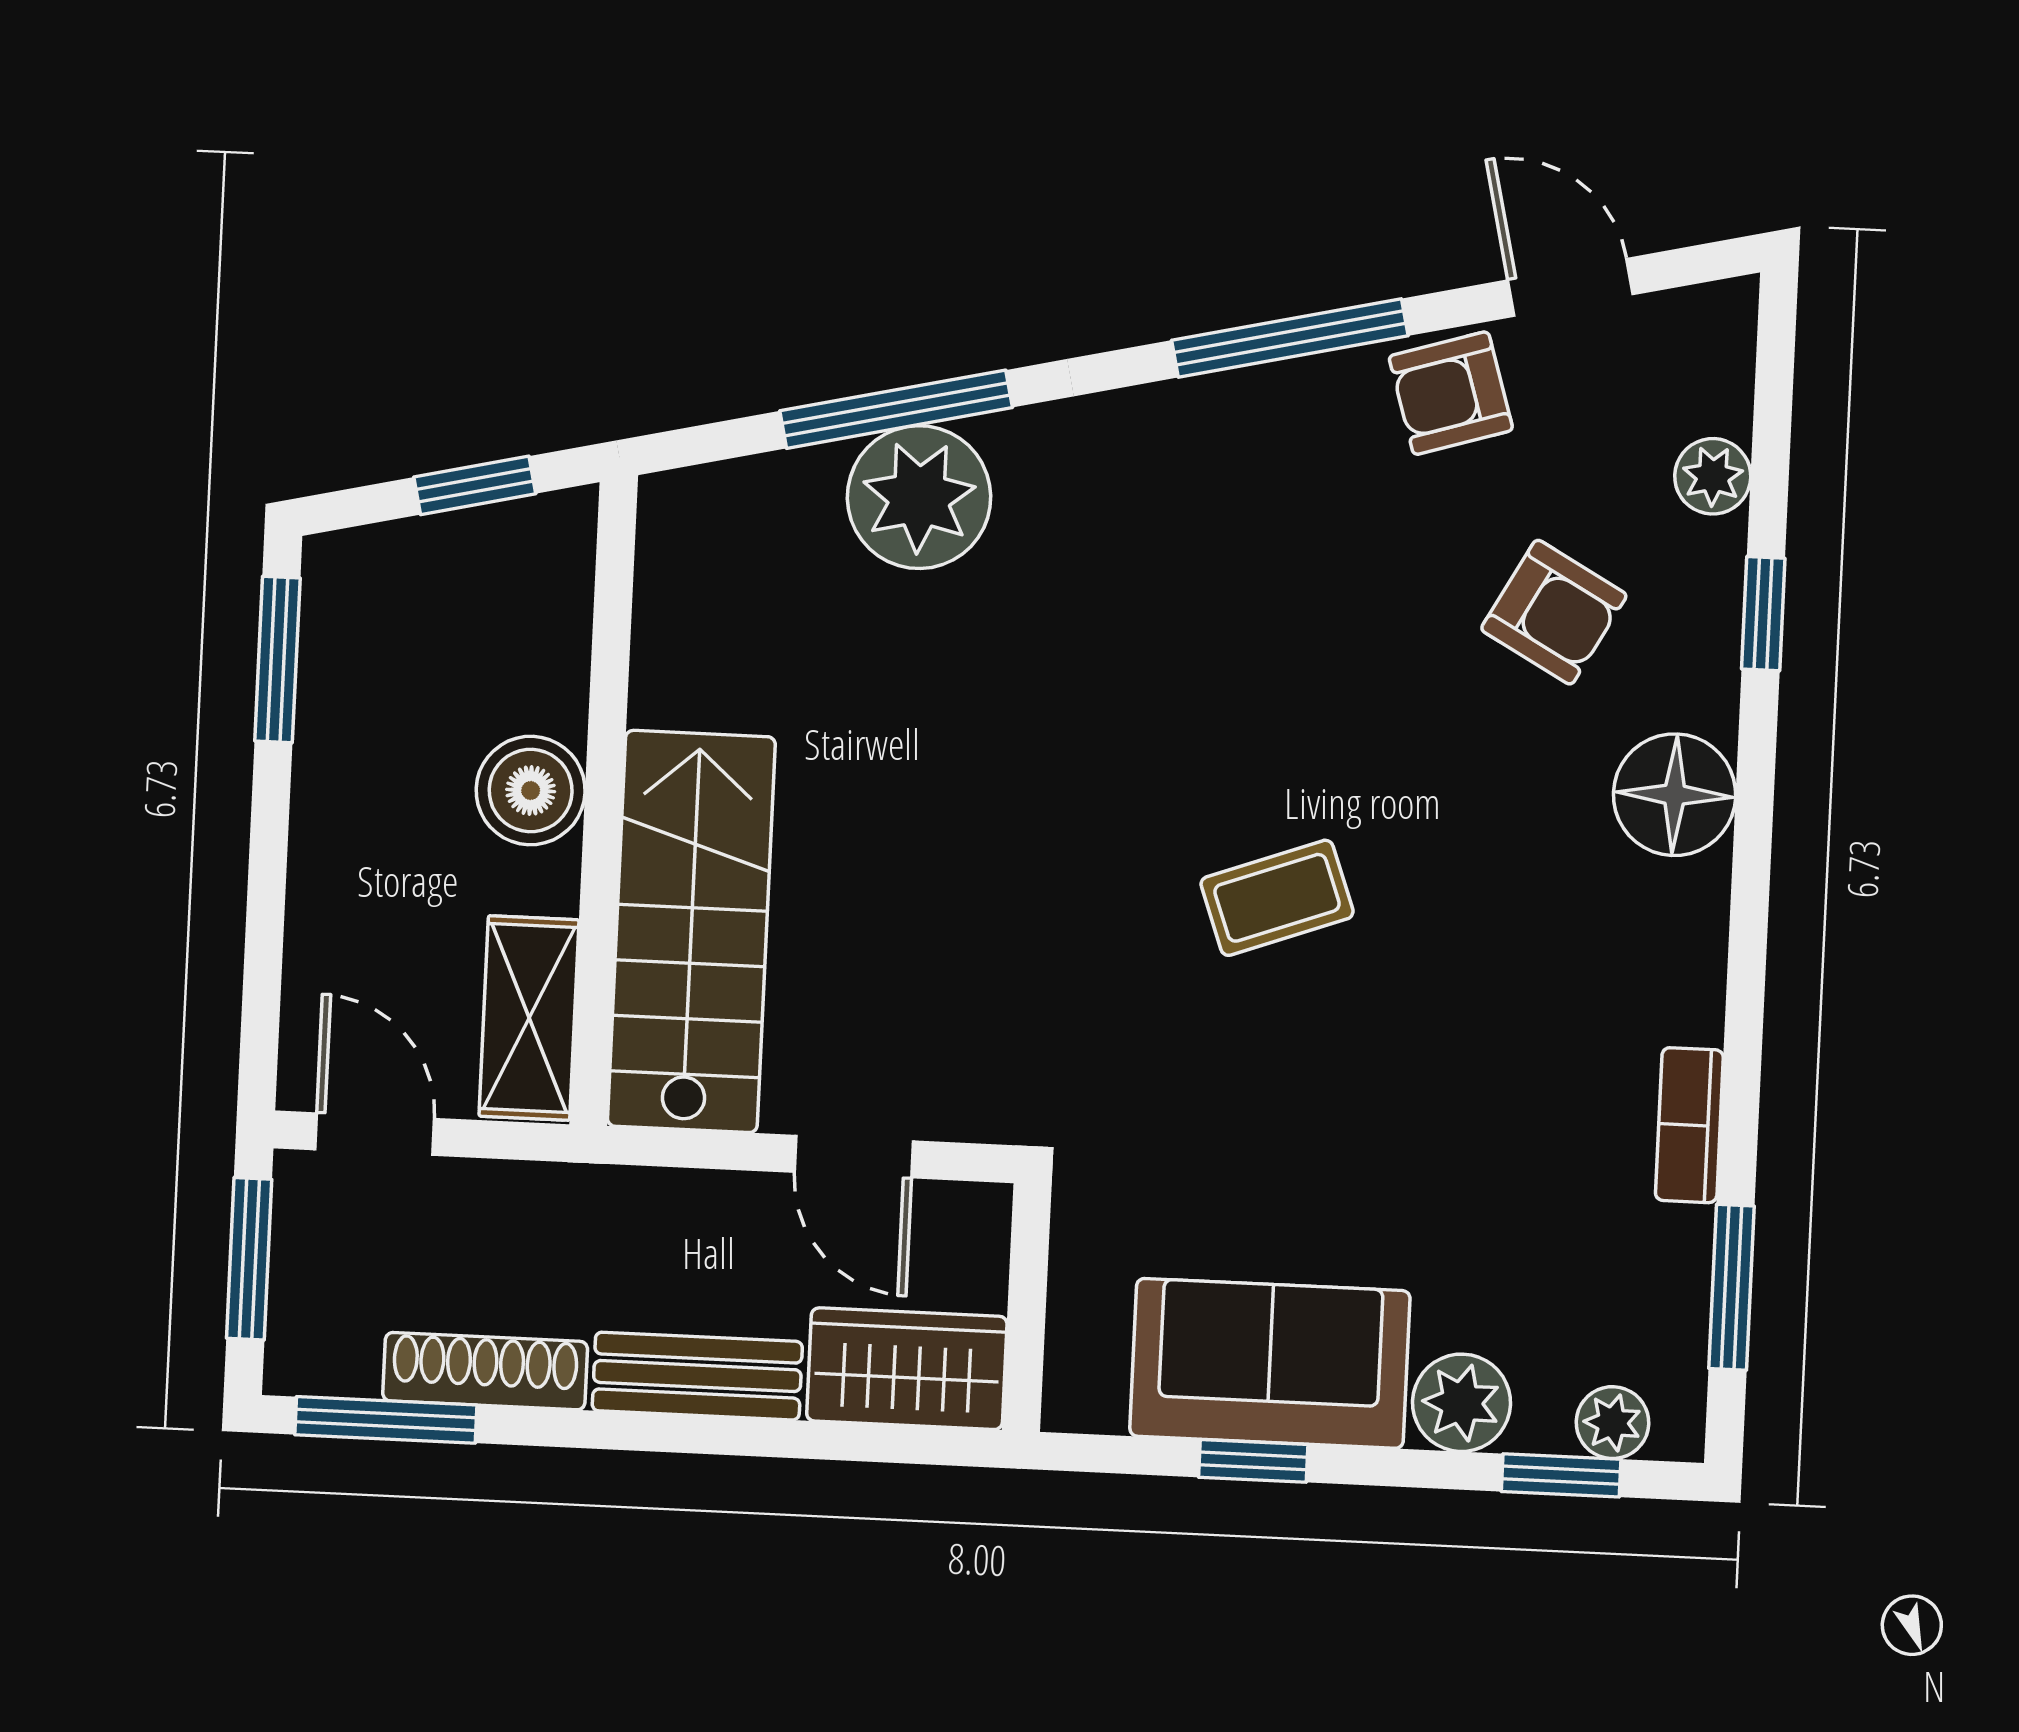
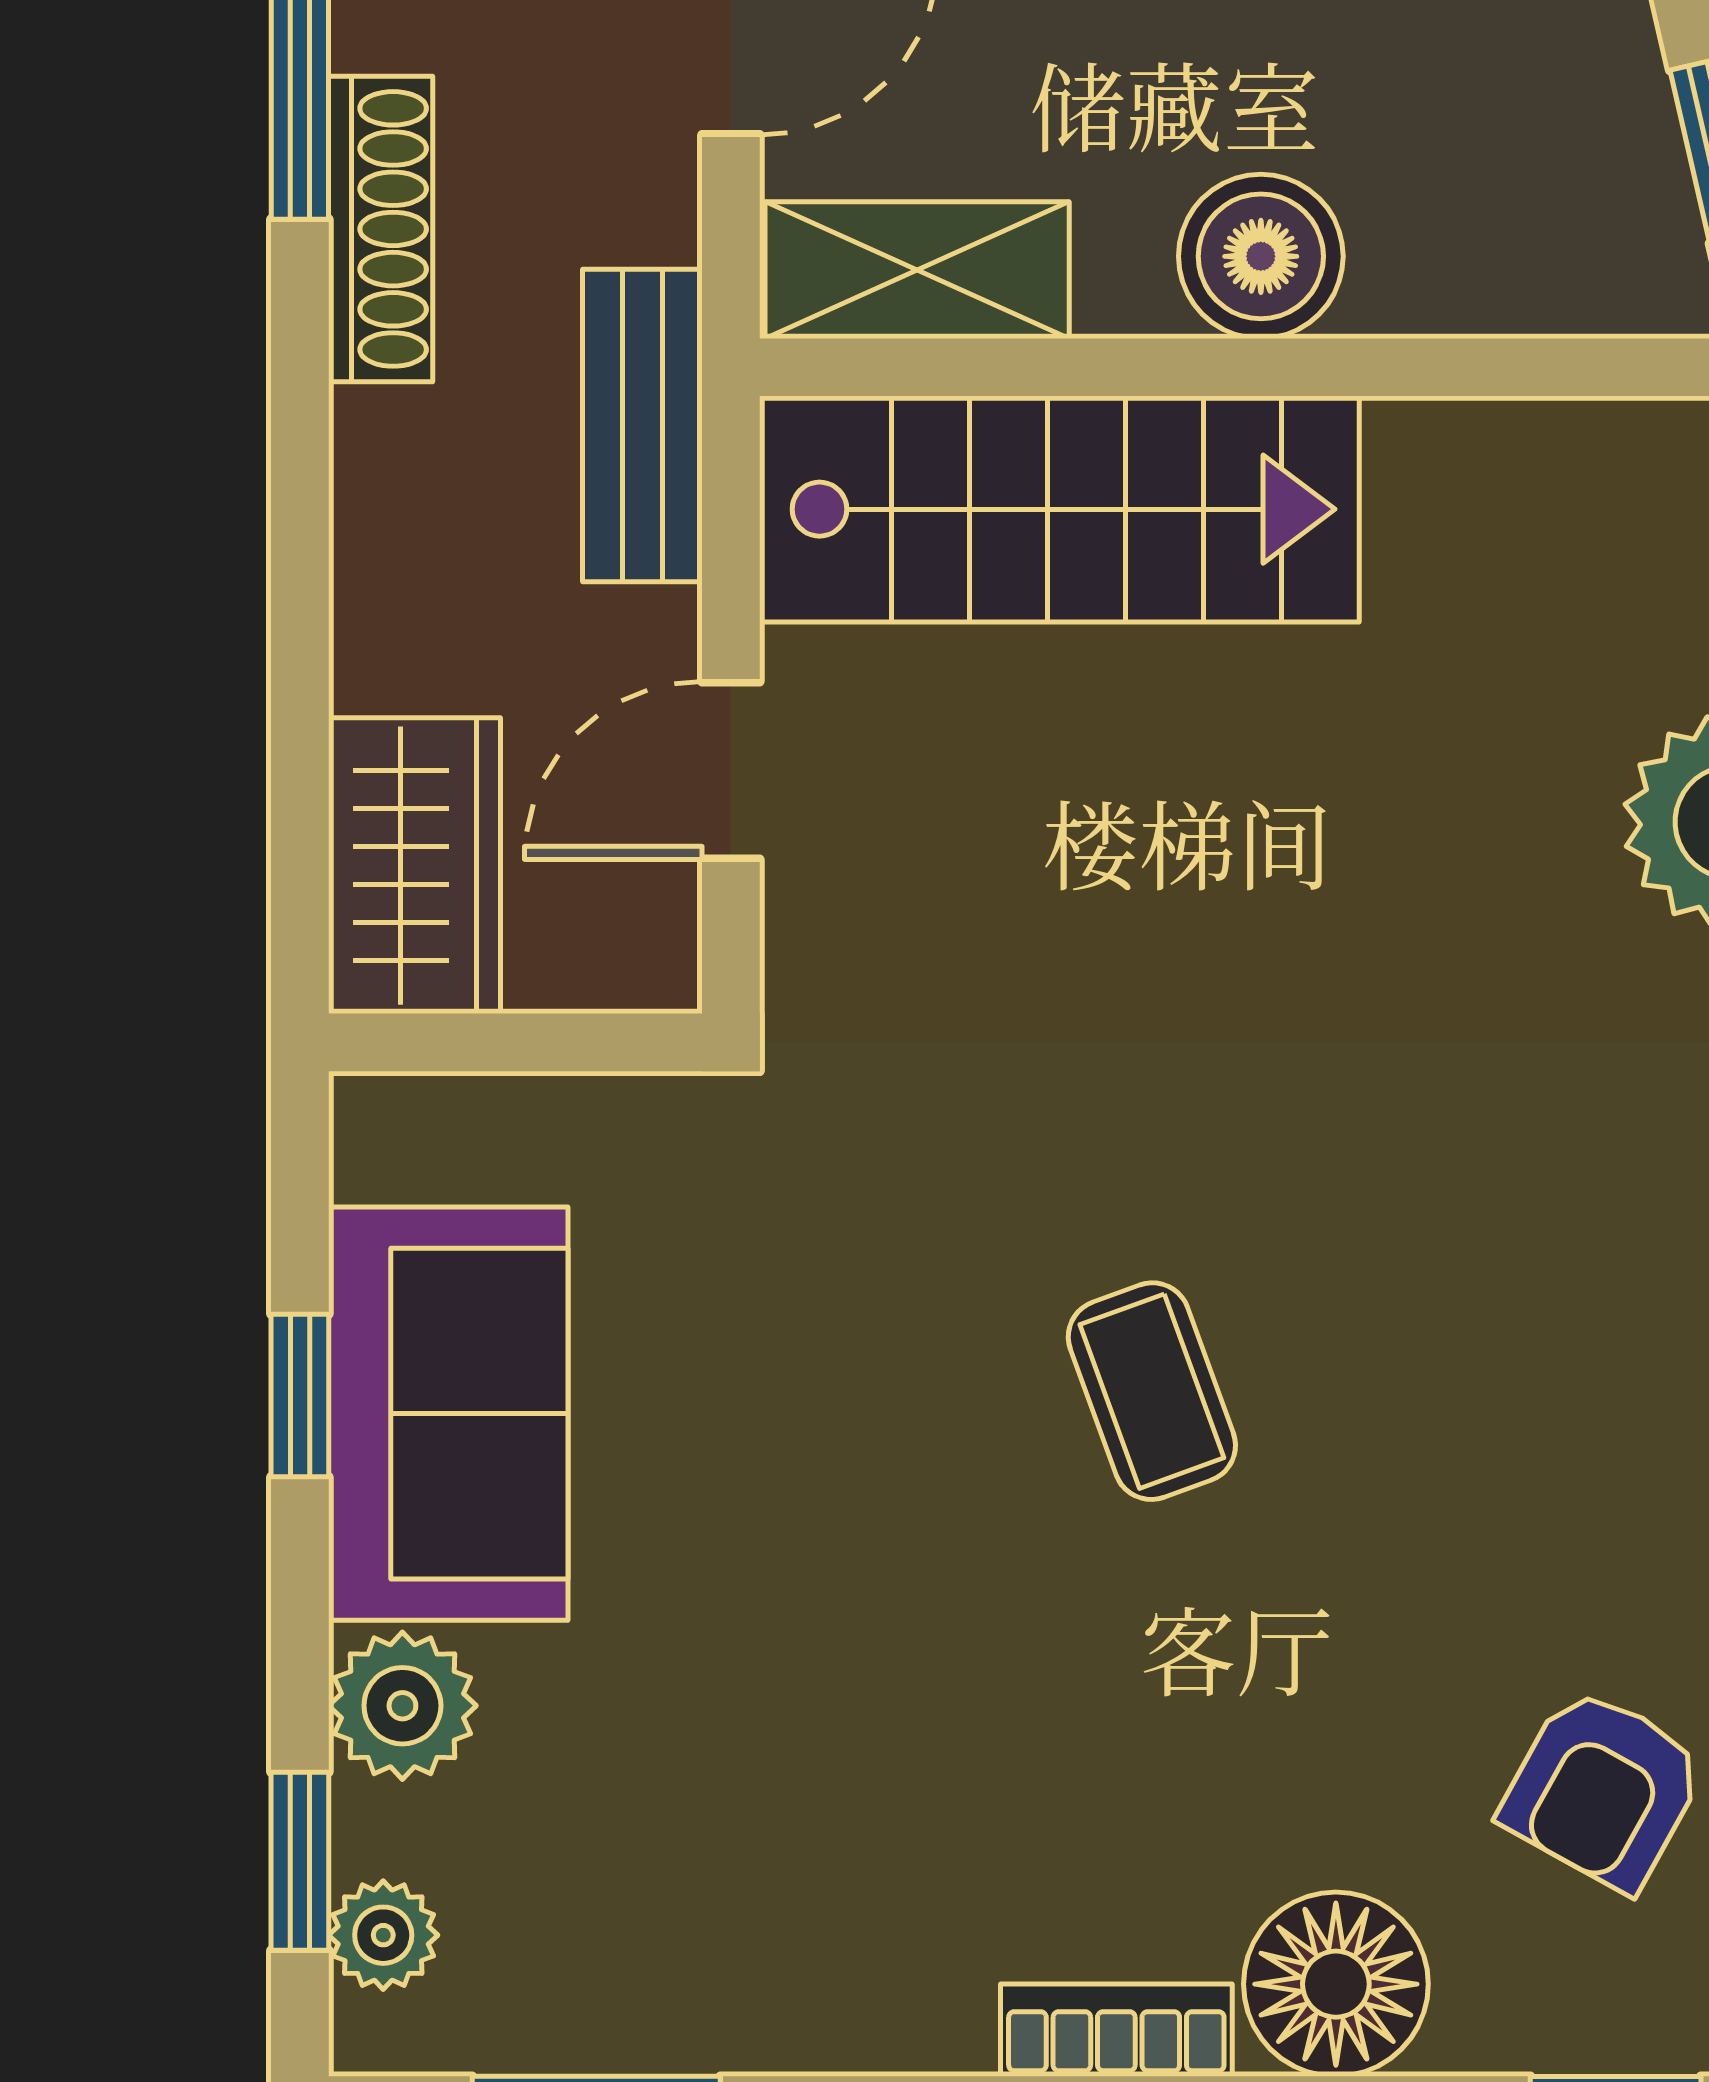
bookcase: (1689, 1125) -> (1116, 2030), moved
bench: (697, 1376) -> (642, 425), moved

